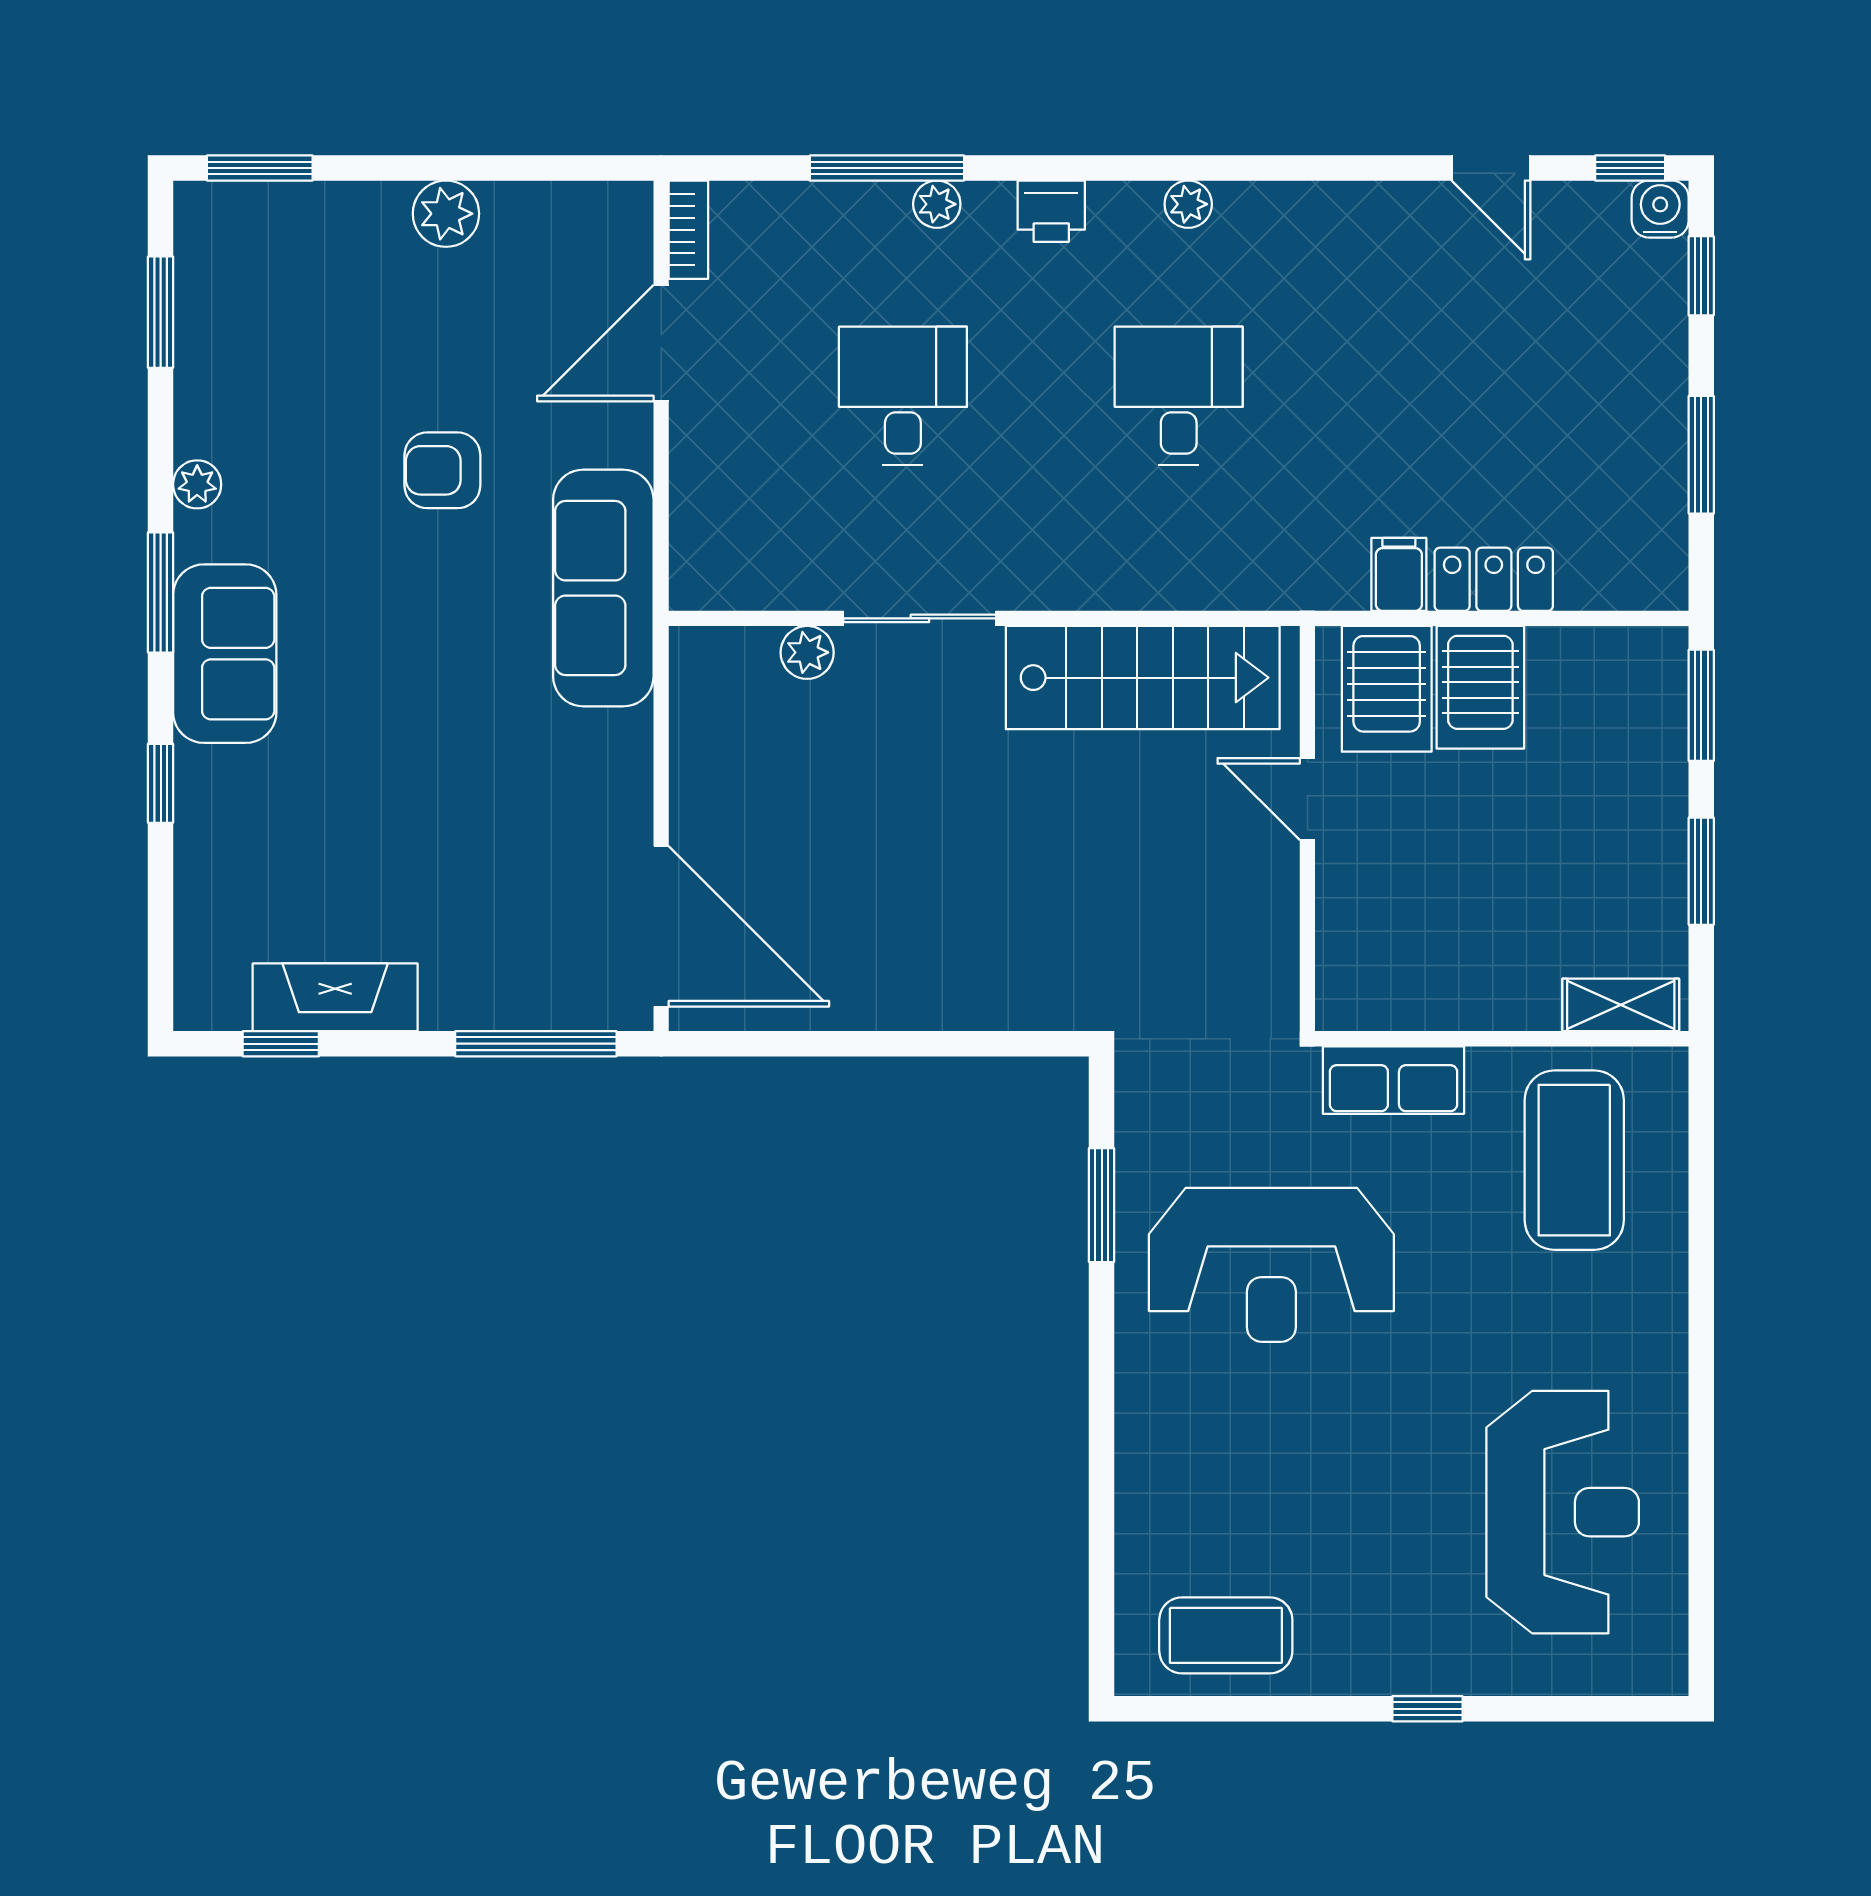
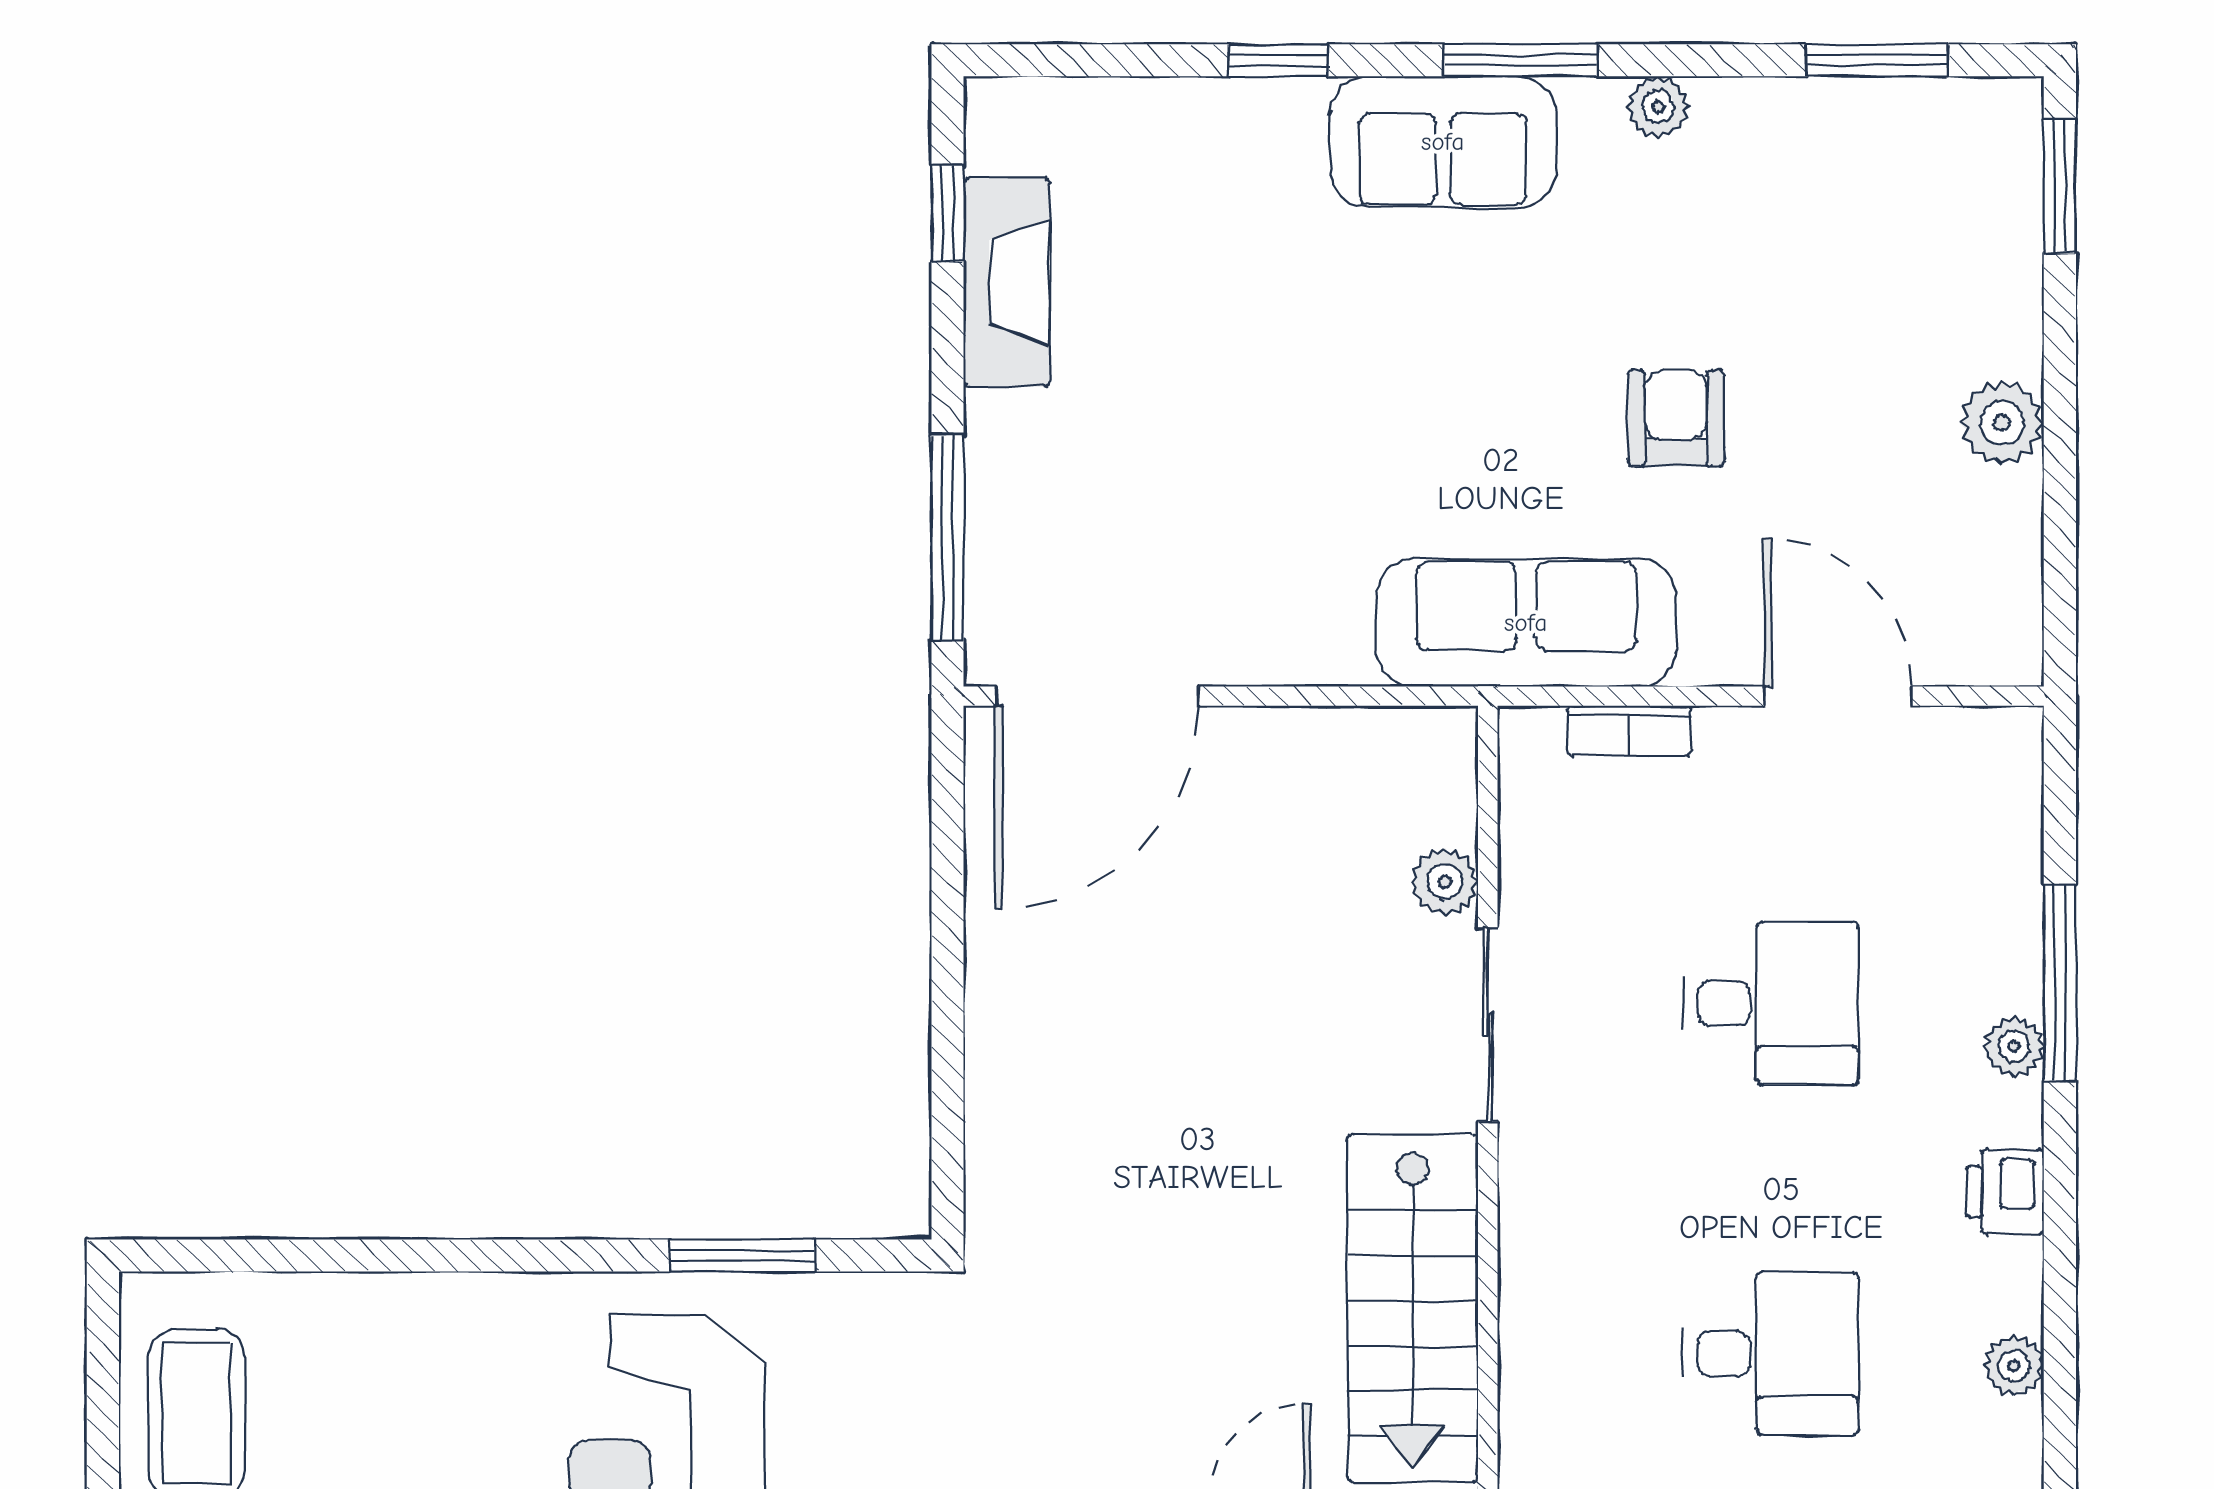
bookcase: (688, 230) -> (1629, 731), moved

